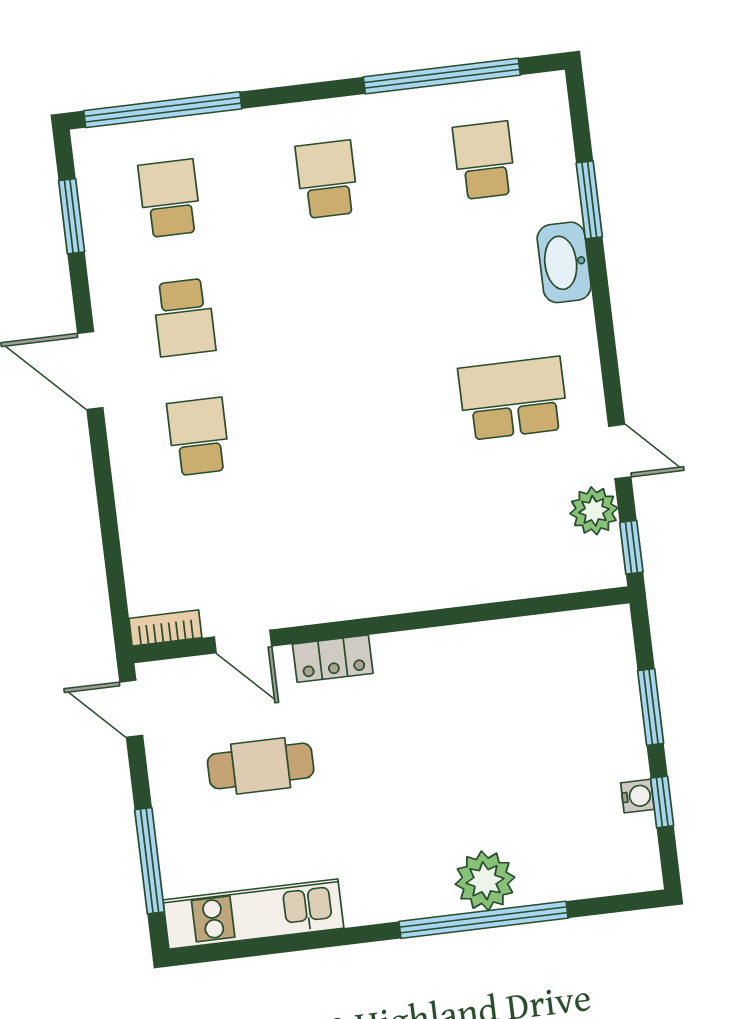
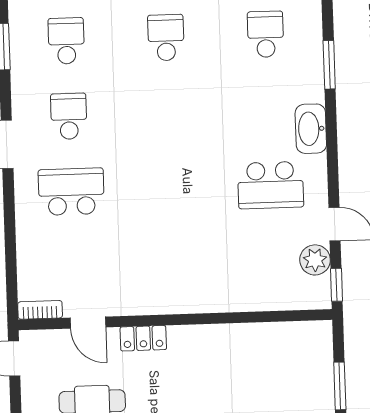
washbasin: (564, 262) -> (311, 129), moved
school desk: (184, 317) -> (69, 116), turned 180
school desk: (513, 398) -> (271, 185), turned 180
school desk: (198, 437) -> (71, 192), width x1.85

